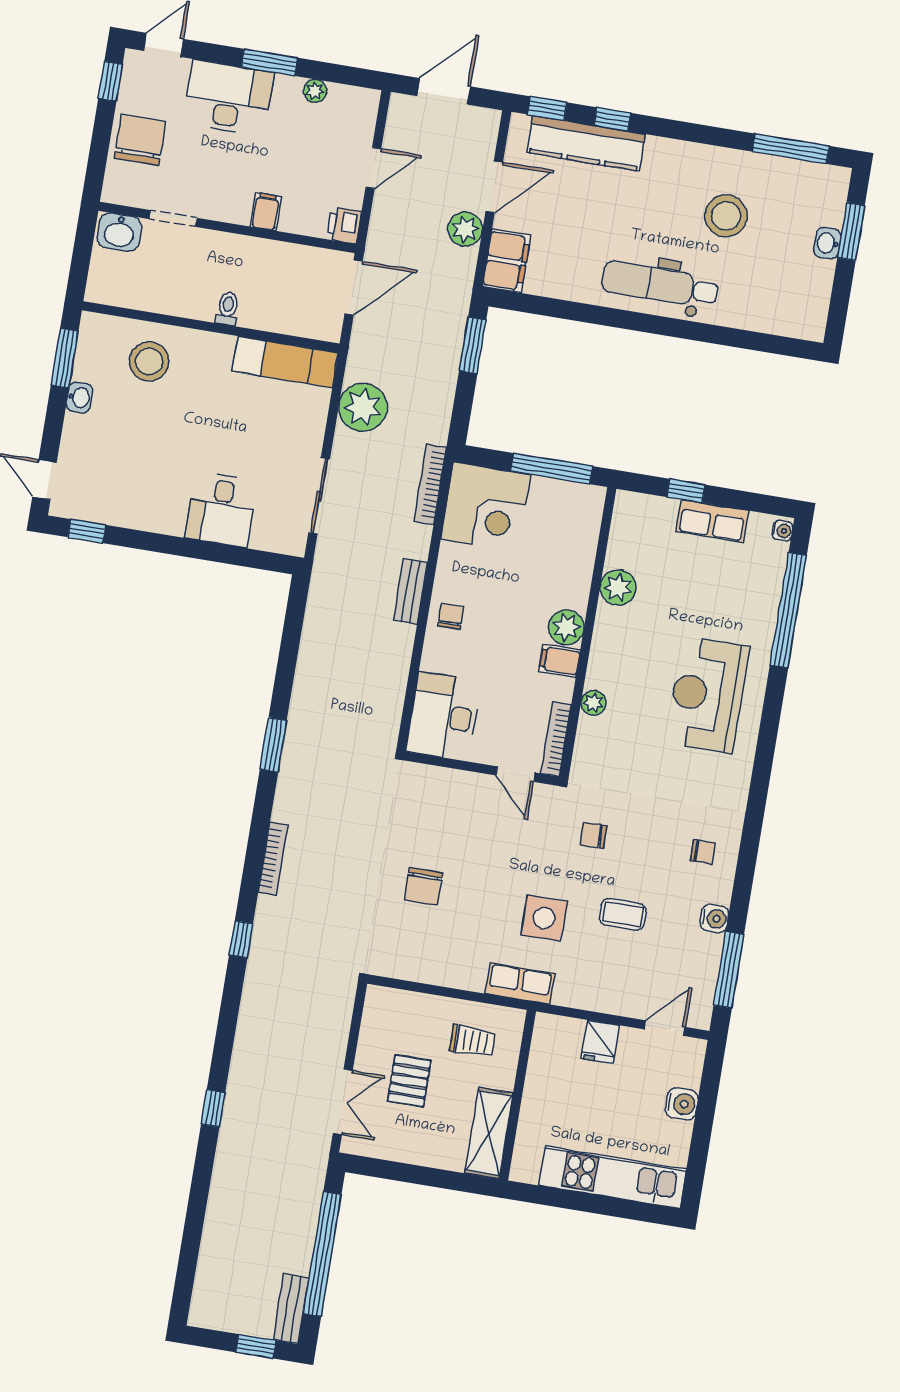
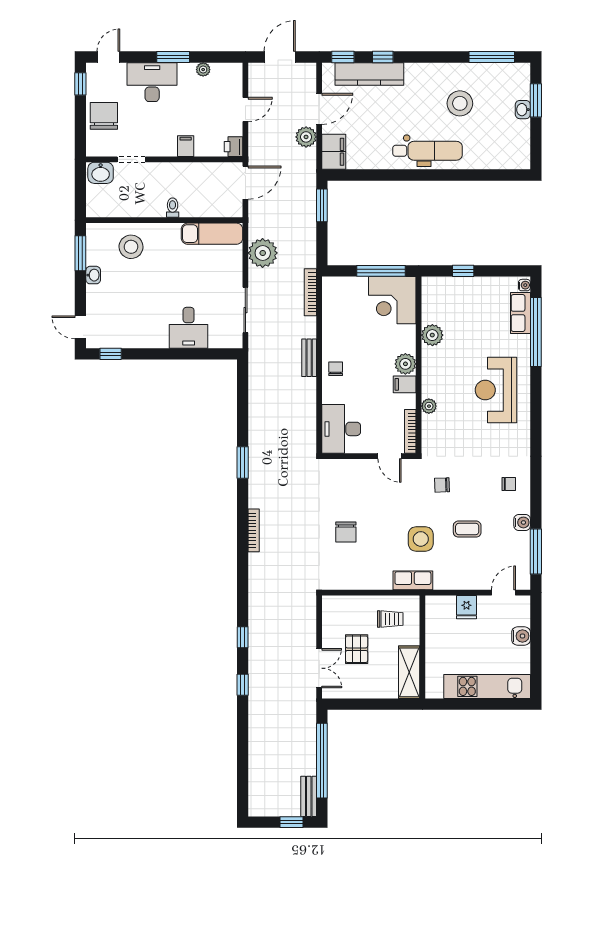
dental chair: (660, 285) -> (427, 151), turned 180
corner desk: (486, 507) -> (392, 300), moved, turned 90
row of seats: (712, 521) -> (520, 313), moved, turned 90
window: (241, 939) -> (243, 637), moved

